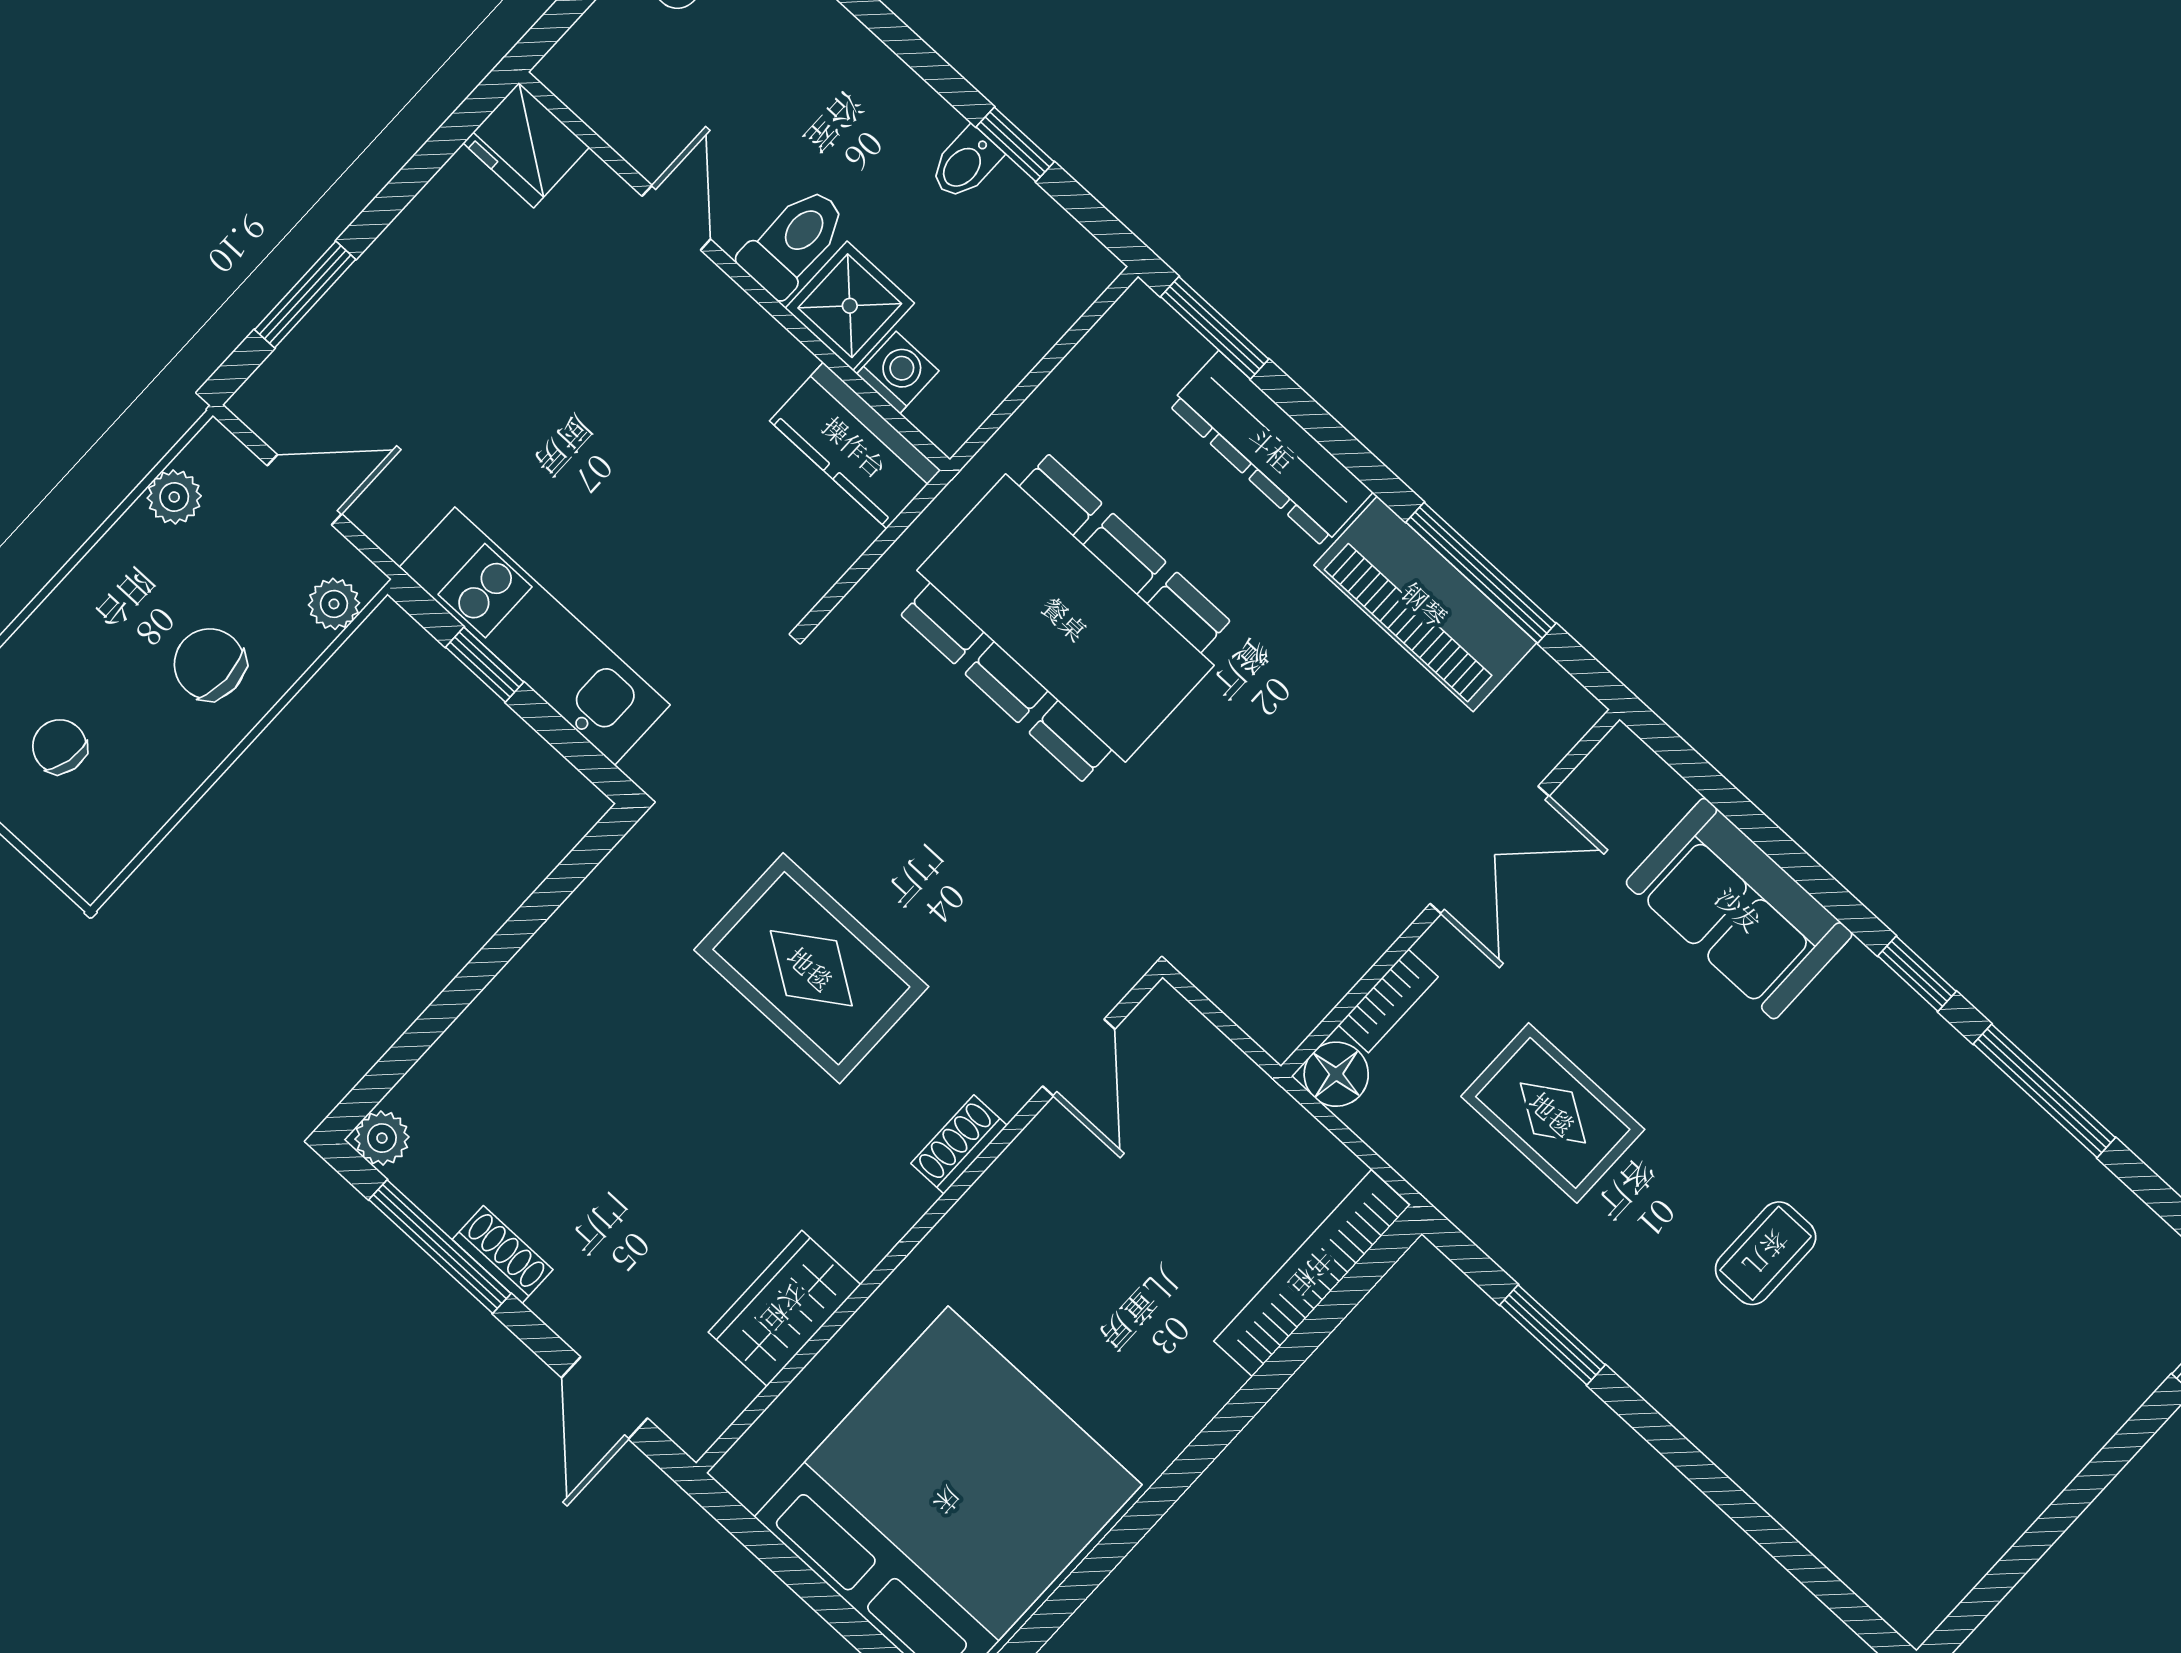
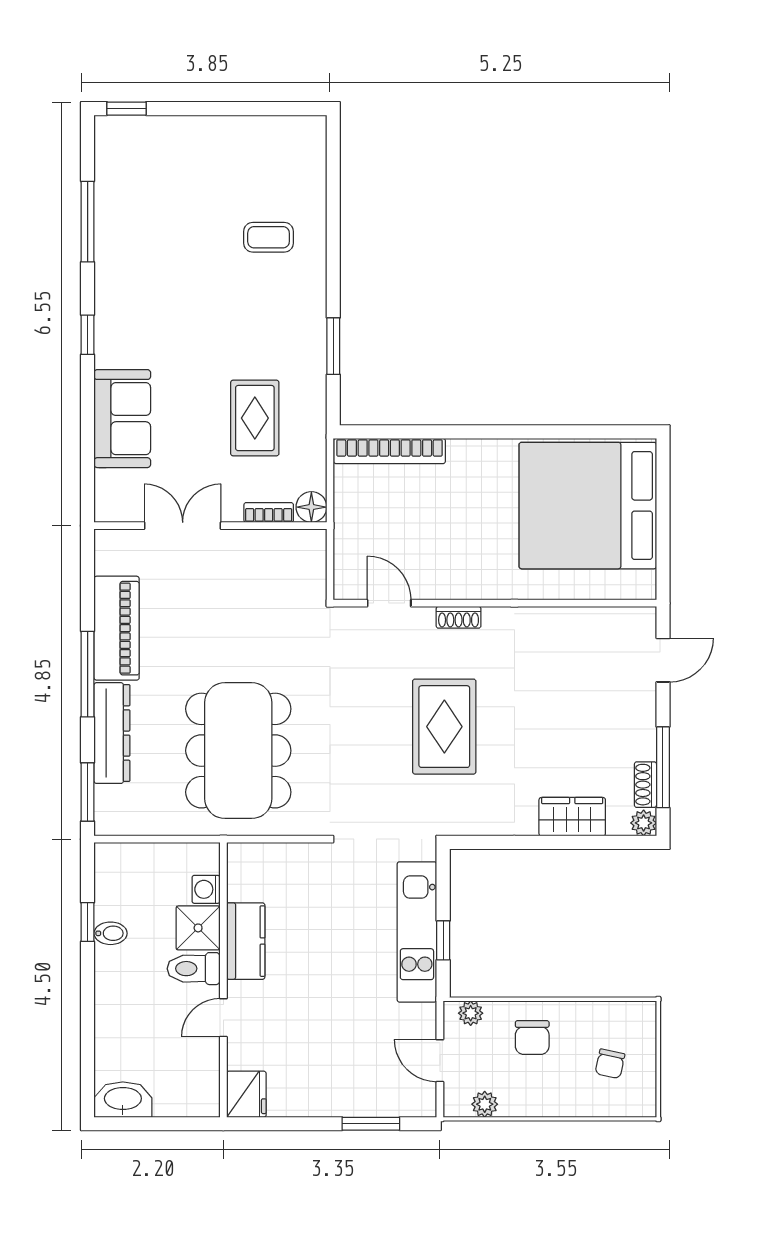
kitchen counter: (855, 446) -> (246, 941), moved
window: (1481, 573) -> (88, 674), moved
door: (1079, 1058) -> (389, 603), hinge flipped
window: (2044, 1091) -> (88, 222), moved
coffee table: (1766, 1253) -> (269, 237), moved
shoe rack: (503, 1255) -> (645, 785), moved
wardrobe: (785, 1308) -> (572, 817), moved, turned 180

